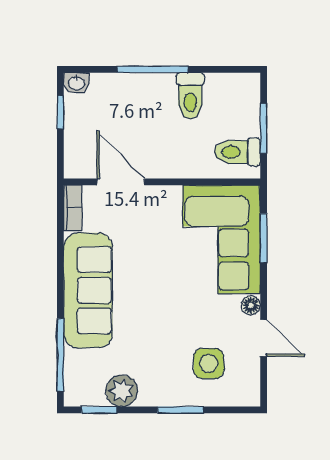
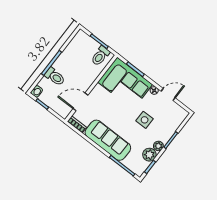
toilet: (190, 96) -> (55, 77), moved
side table: (209, 363) -> (145, 120), moved
plant: (151, 395) -> (158, 146), added

